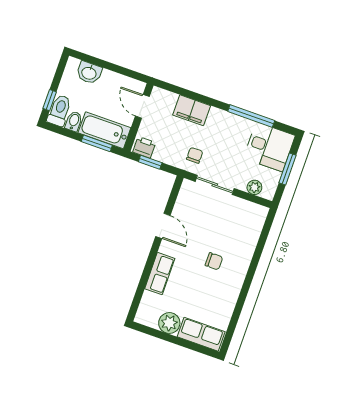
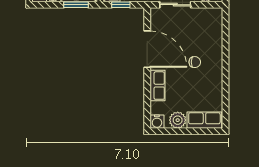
door: (163, 226) -> (147, 49), width x1.88
water cooler: (144, 316) -> (157, 122), added

